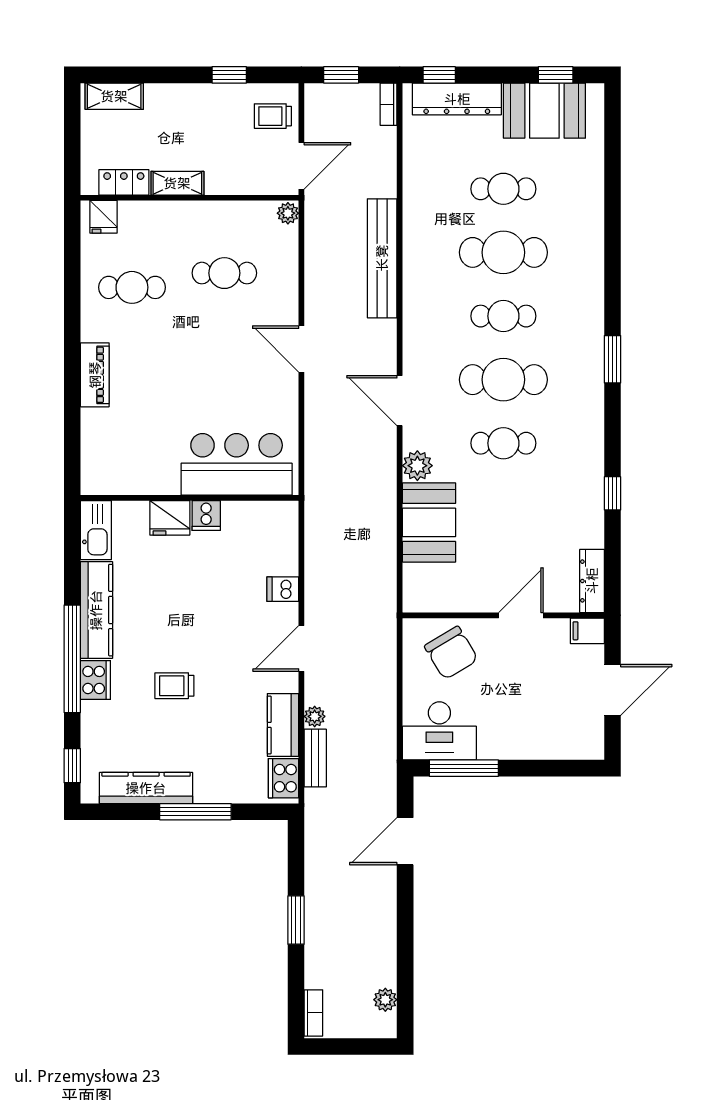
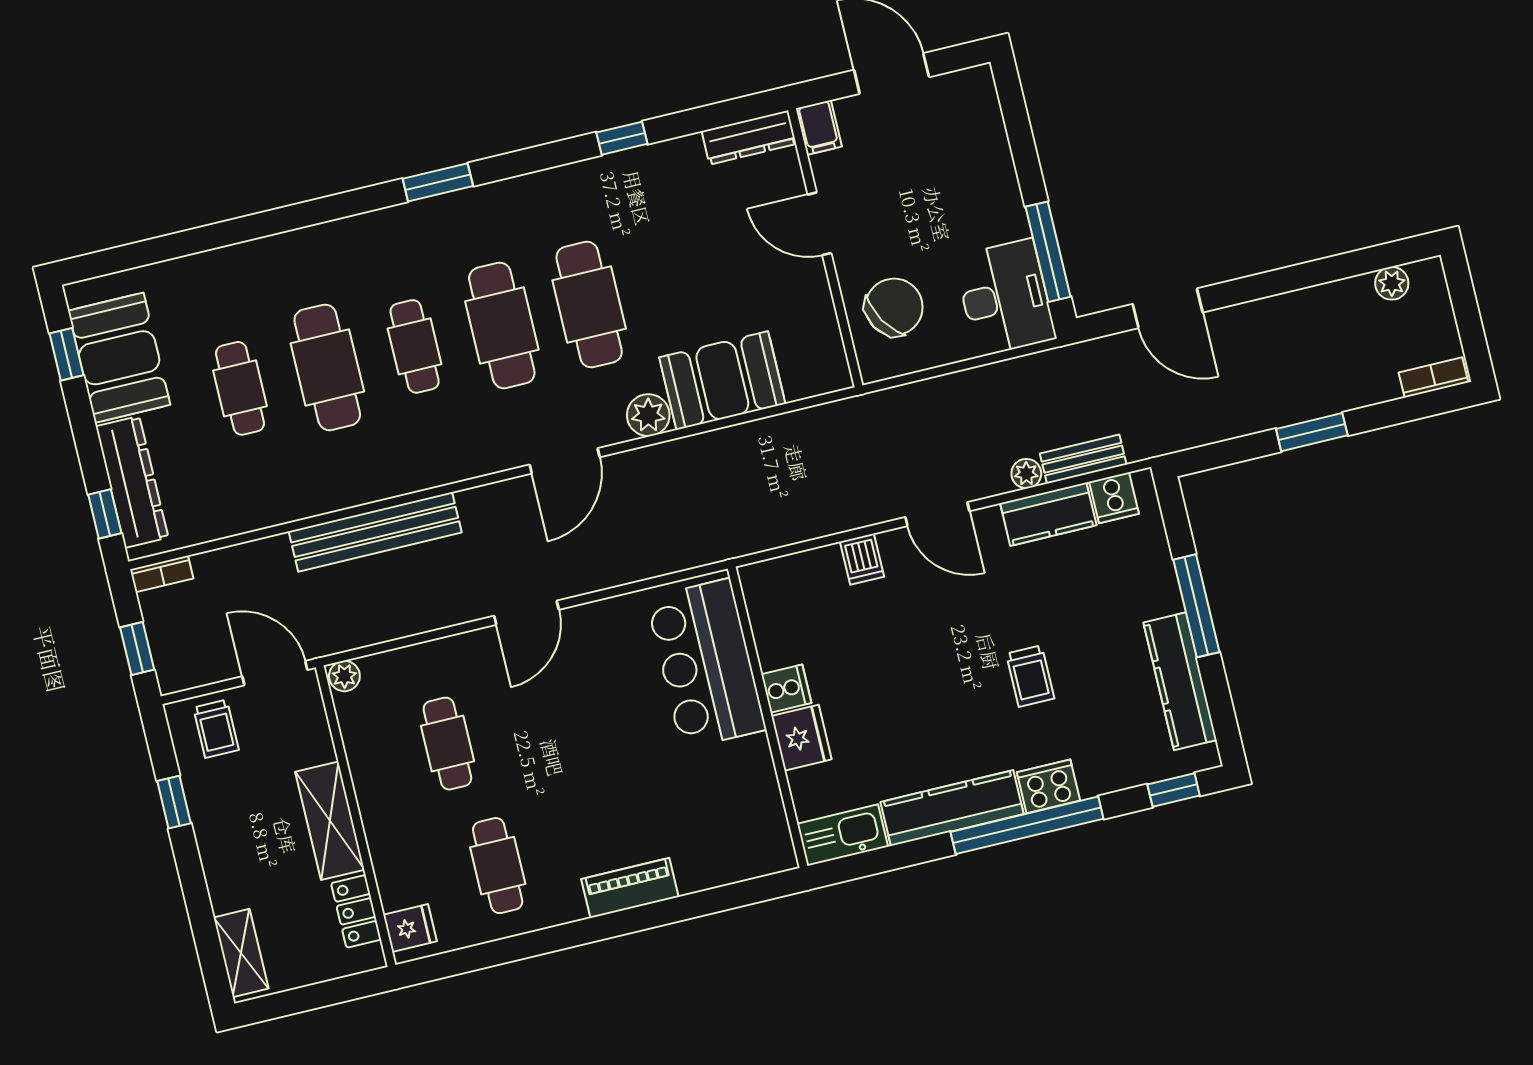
shelving: (177, 183) -> (330, 821), width x1.50, depth x1.33
cafe table: (503, 443) -> (589, 305), width x1.37, depth x1.35
cooker: (283, 778) -> (1114, 498), width x0.73

